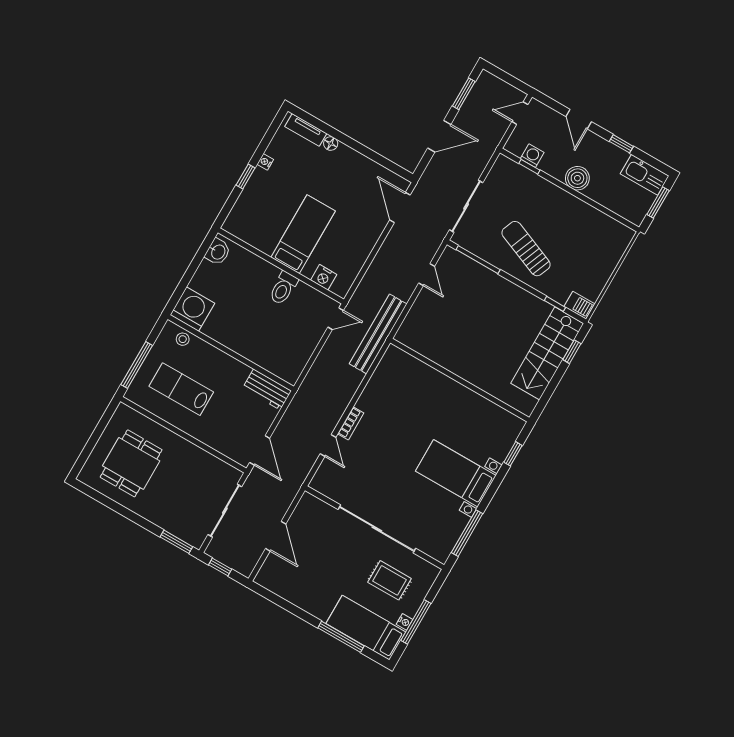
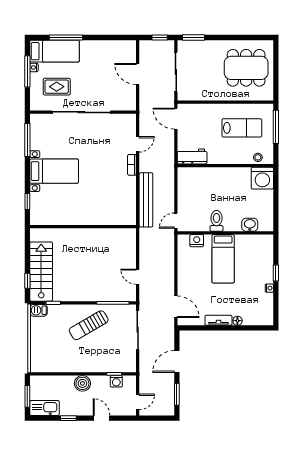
tv unit: (306, 130) -> (218, 320), moved
sun lounger: (526, 249) -> (89, 325), turned 128
washbasin: (218, 252) -> (250, 225), moved, turned 90
bench: (378, 334) -> (146, 200), moved
door: (328, 445) -> (138, 144), swing flipped
dining table: (131, 463) -> (246, 68), width x1.38

